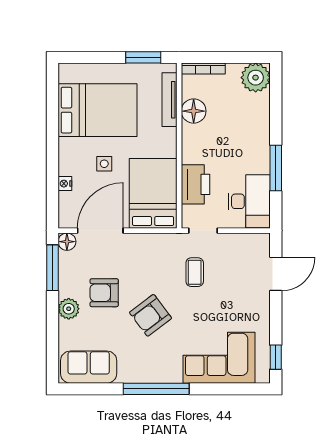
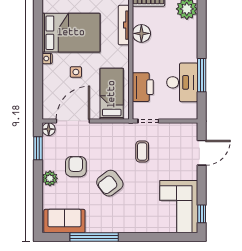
nightstand: (65, 184) -> (47, 59), moved
bed: (153, 193) -> (112, 94), width x0.67
desk: (249, 201) -> (182, 82), moved
window: (53, 268) -> (38, 148), width x0.69
armchair: (104, 293) -> (76, 167), turned 90
corner sofa: (219, 358) -> (179, 207), moved, turned -90
window: (156, 389) -> (94, 237), moved

